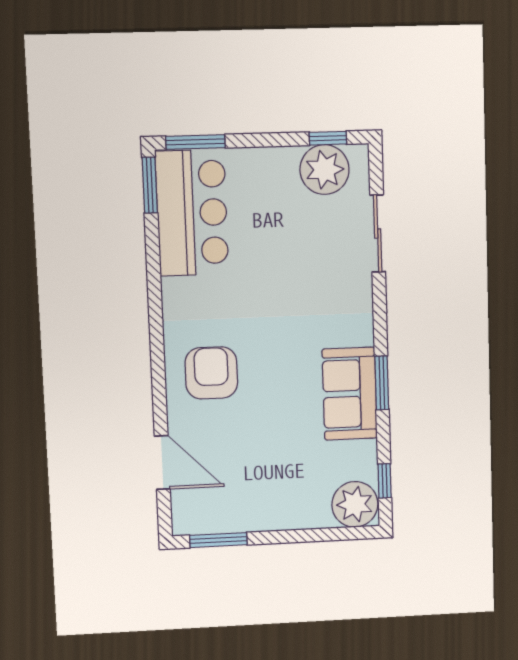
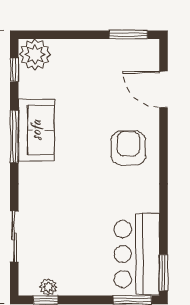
plant: (325, 170) -> (48, 287), width x0.53, depth x0.53
armchair: (211, 373) -> (128, 148), turned 180
window: (382, 383) -> (14, 137), width x1.44

